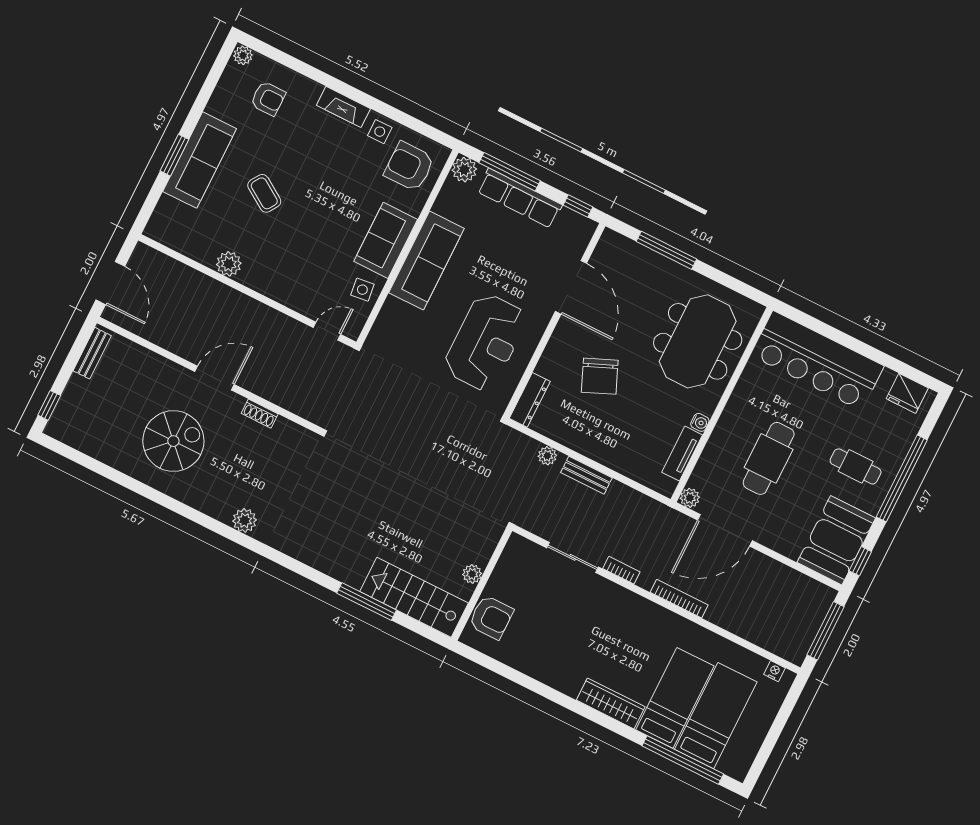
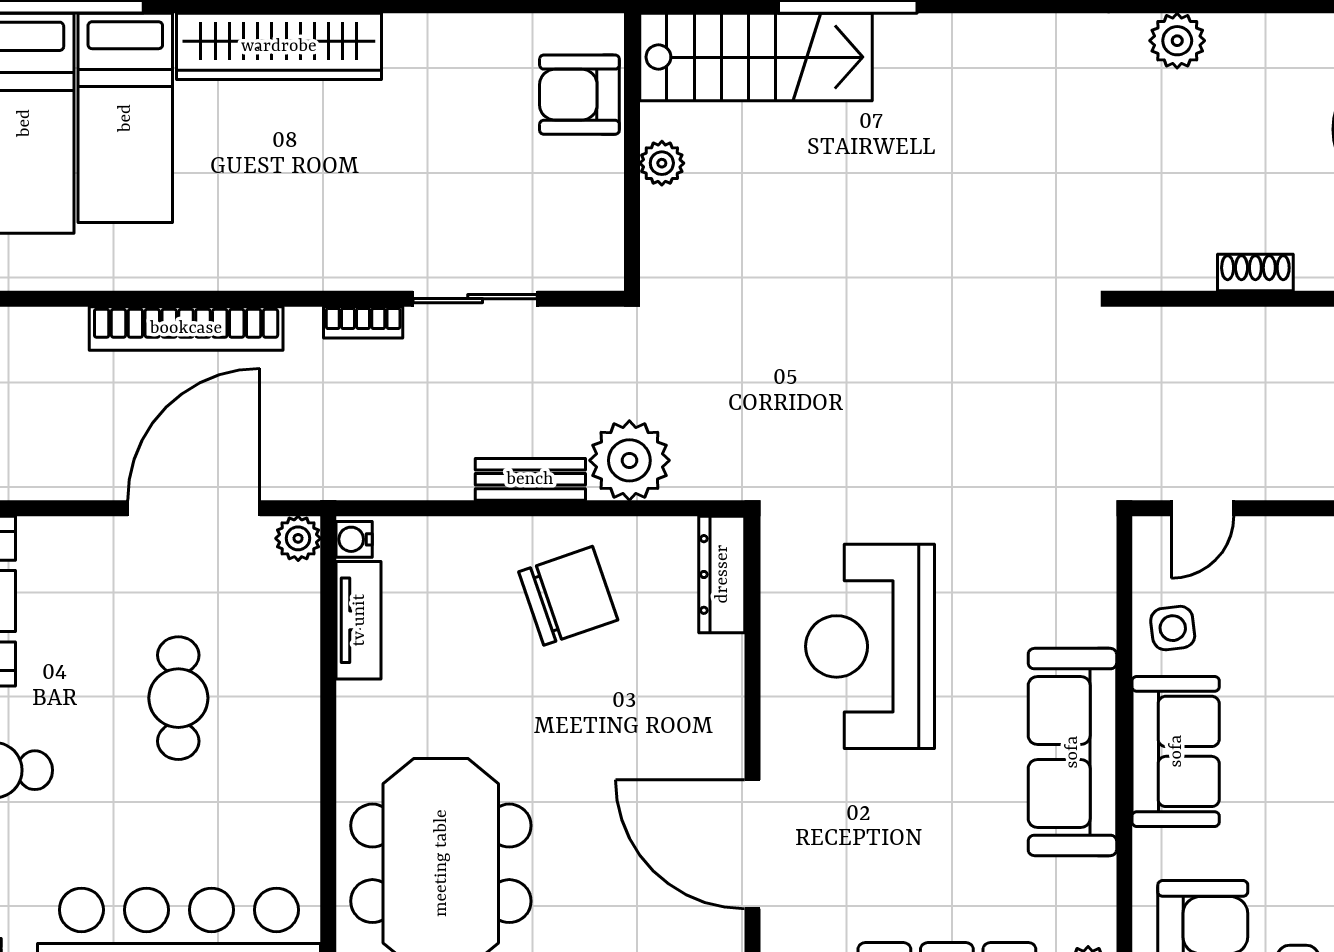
chair: (600, 376) -> (568, 596), moved, turned 94
water cooler: (700, 422) -> (354, 539), moved
plant: (547, 456) -> (629, 460), width x1.88, depth x1.88
cafe table: (769, 458) -> (178, 698), width x0.73, depth x0.74
bookcase: (679, 599) -> (186, 328), width x1.48, depth x1.31
wardrobe: (611, 703) -> (279, 46), width x1.40, depth x1.17

